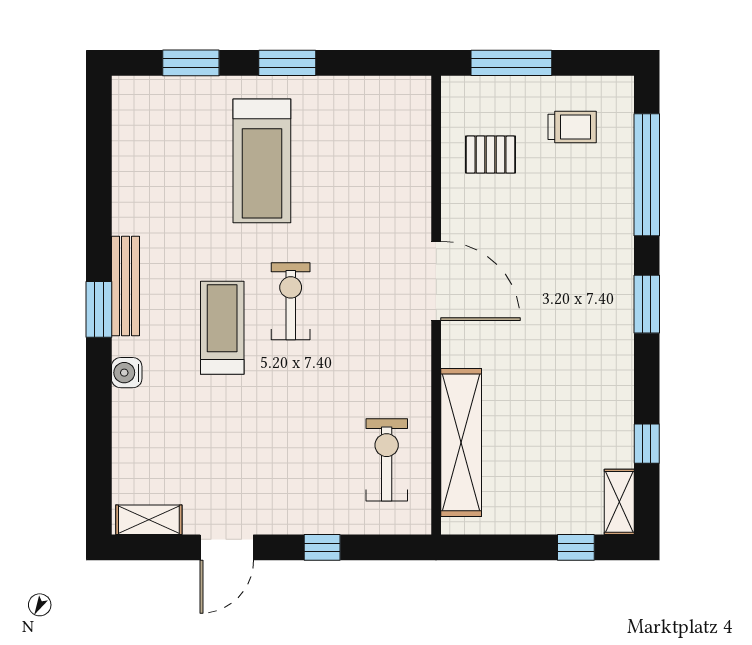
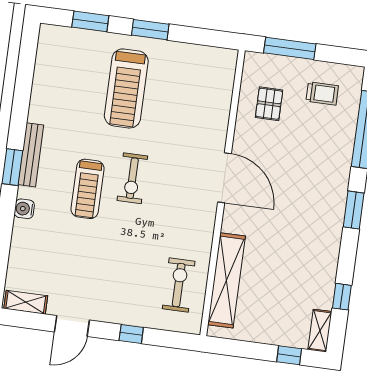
pallet: (490, 155) -> (269, 104), turned 90
exercise bike: (291, 301) -> (132, 178), turned 180
treadmill: (222, 328) -> (88, 189), turned 180

